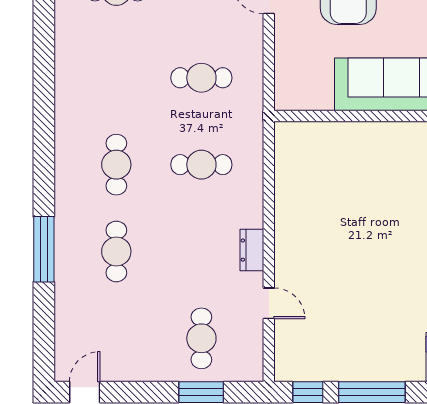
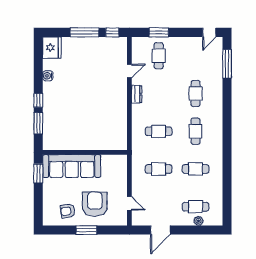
cafe table: (116, 78) -> (196, 169), added
window: (44, 249) -> (227, 64), moved
door: (269, 303) -> (129, 71), swing flipped

